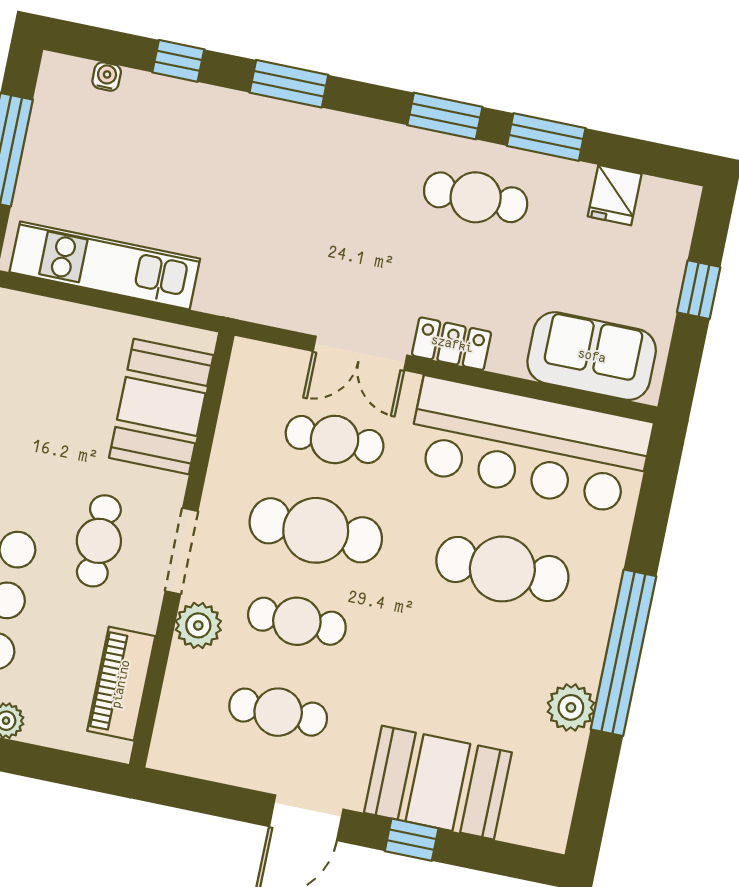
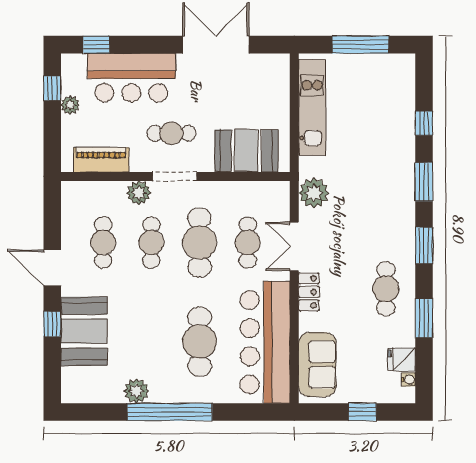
water cooler: (107, 77) -> (408, 379), moved
window: (445, 116) -> (424, 245), moved
plant: (267, 296) -> (314, 193), added

